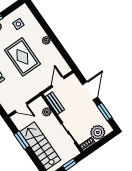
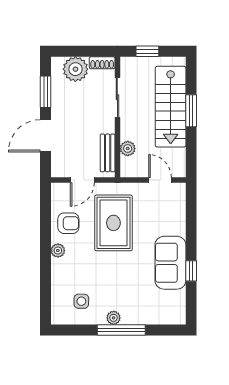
rug: (22, 57) -> (113, 223), moved
armchair: (50, 57) -> (68, 223), added
window: (22, 140) -> (191, 111), moved

